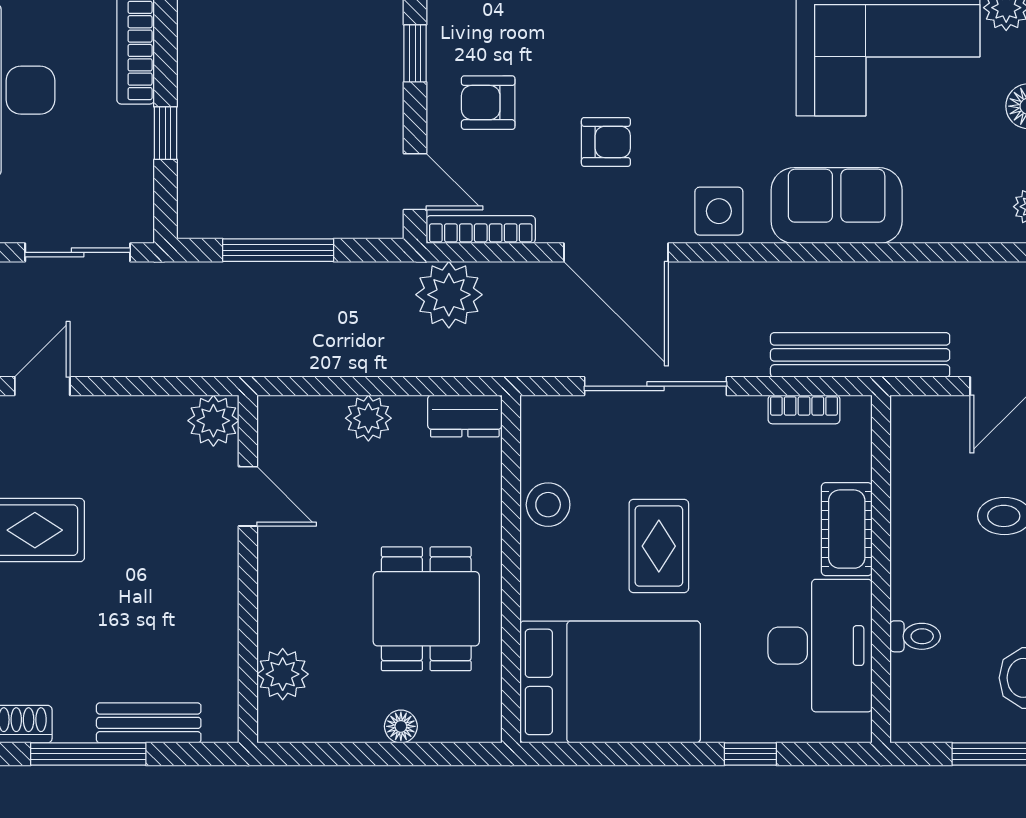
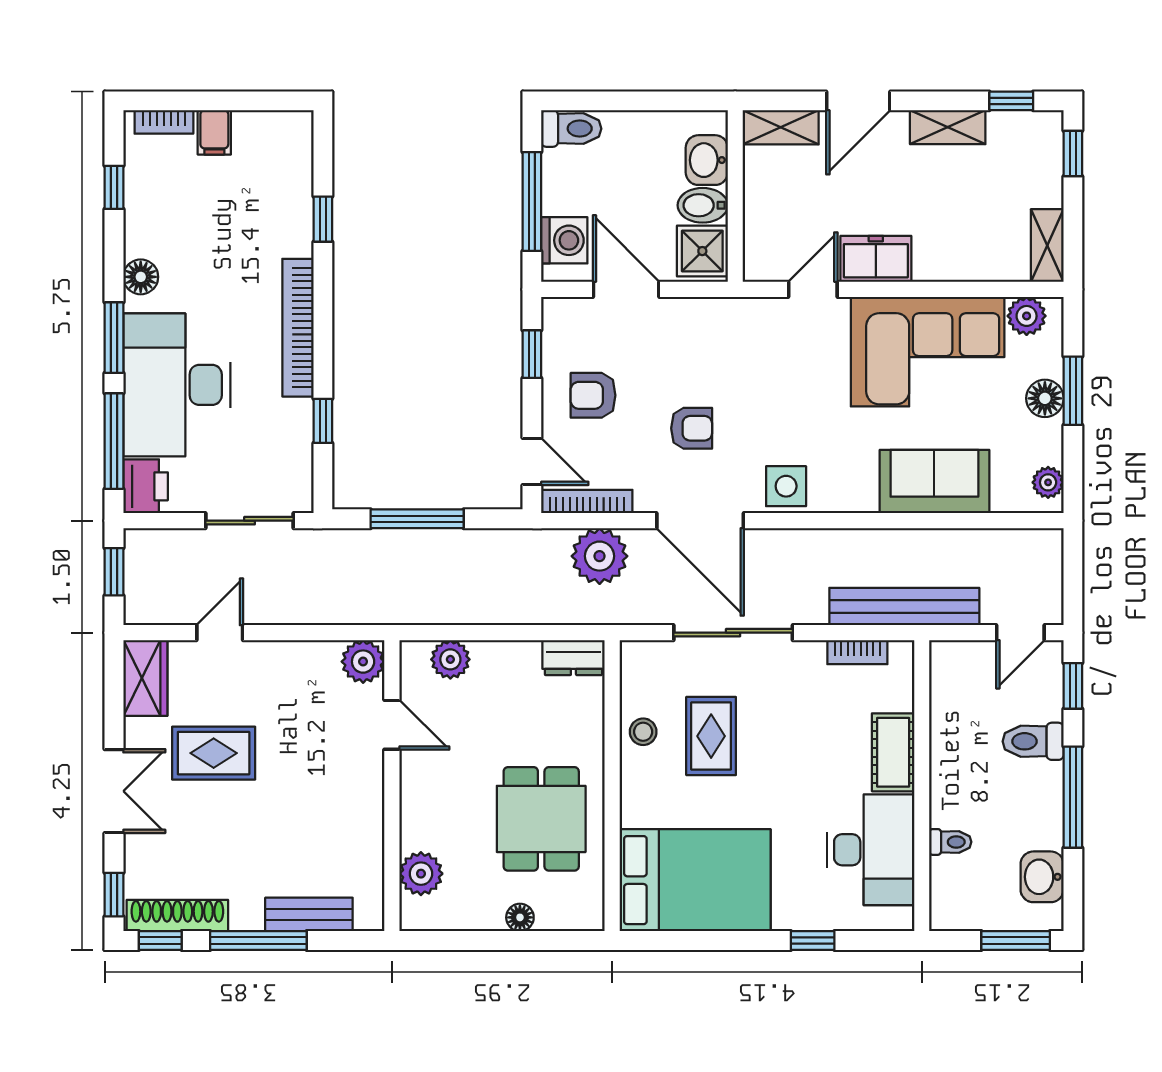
sofa: (837, 206) -> (934, 482), moved
plant: (449, 295) -> (600, 556), moved
plant: (368, 418) -> (450, 659), moved
stool: (548, 505) -> (643, 732), width x0.73, depth x0.73
rug: (659, 546) -> (711, 736), moved

